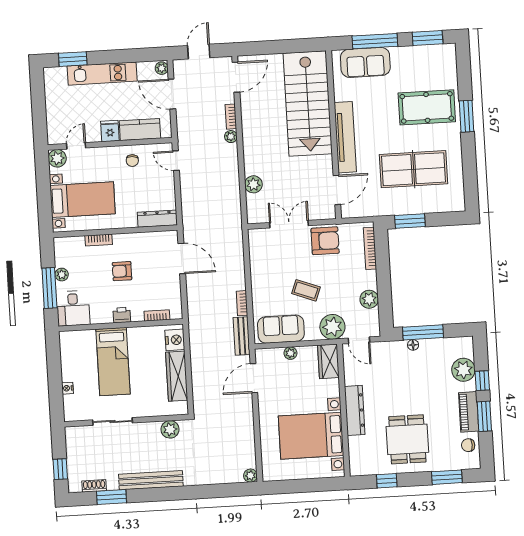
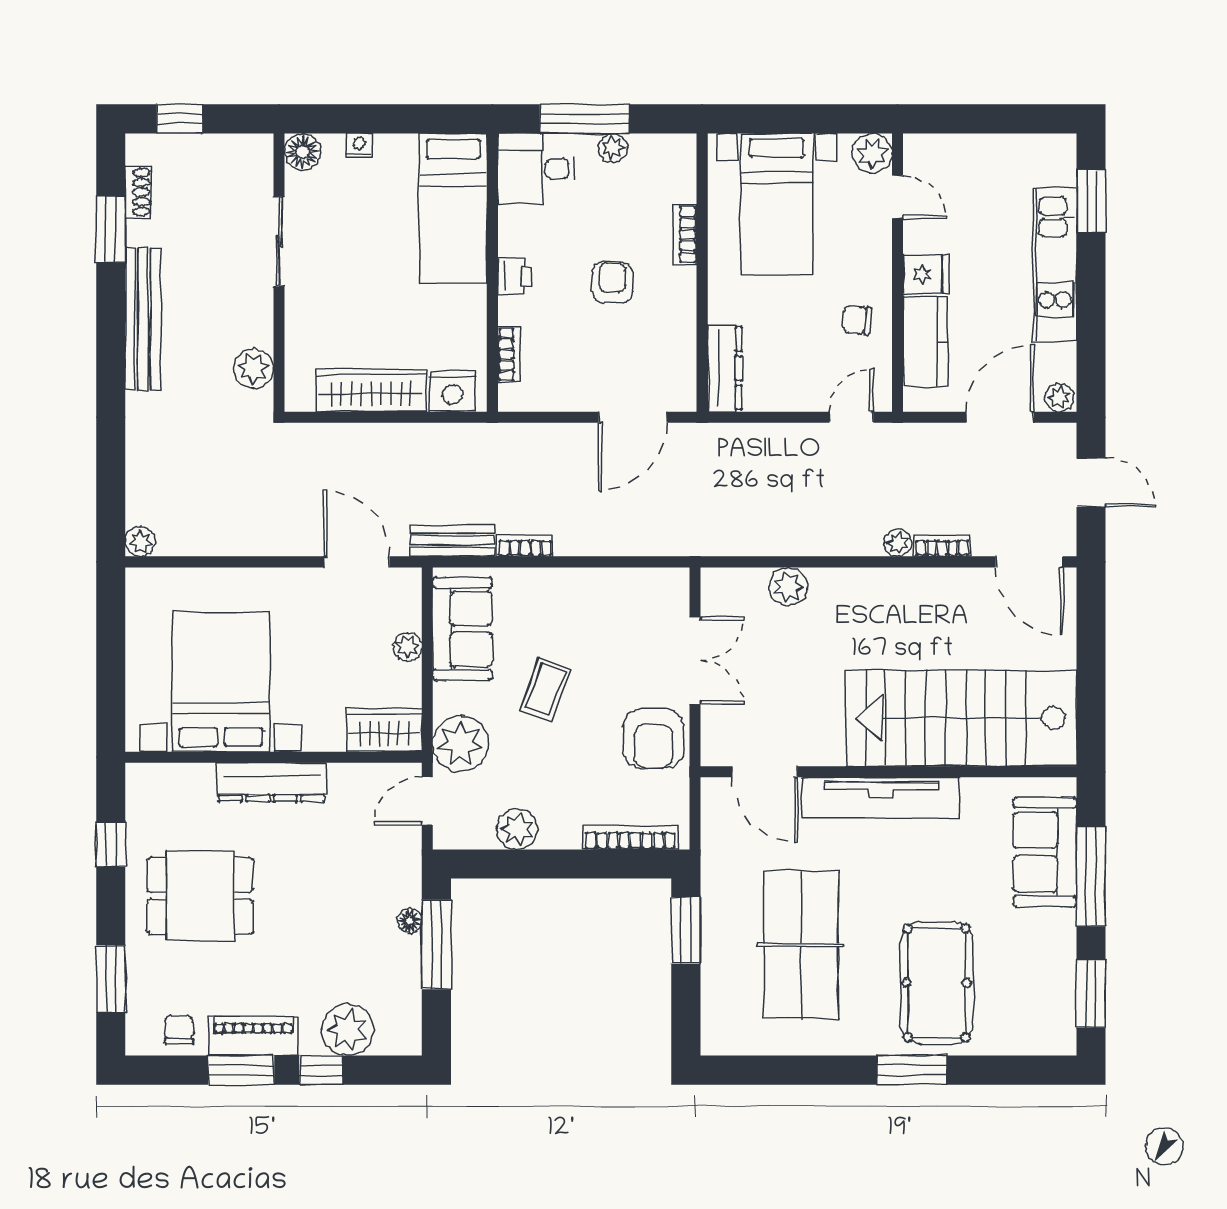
bed: (113, 362) -> (453, 208), moved, turned -90
floor lamp: (72, 413) -> (303, 152), added

